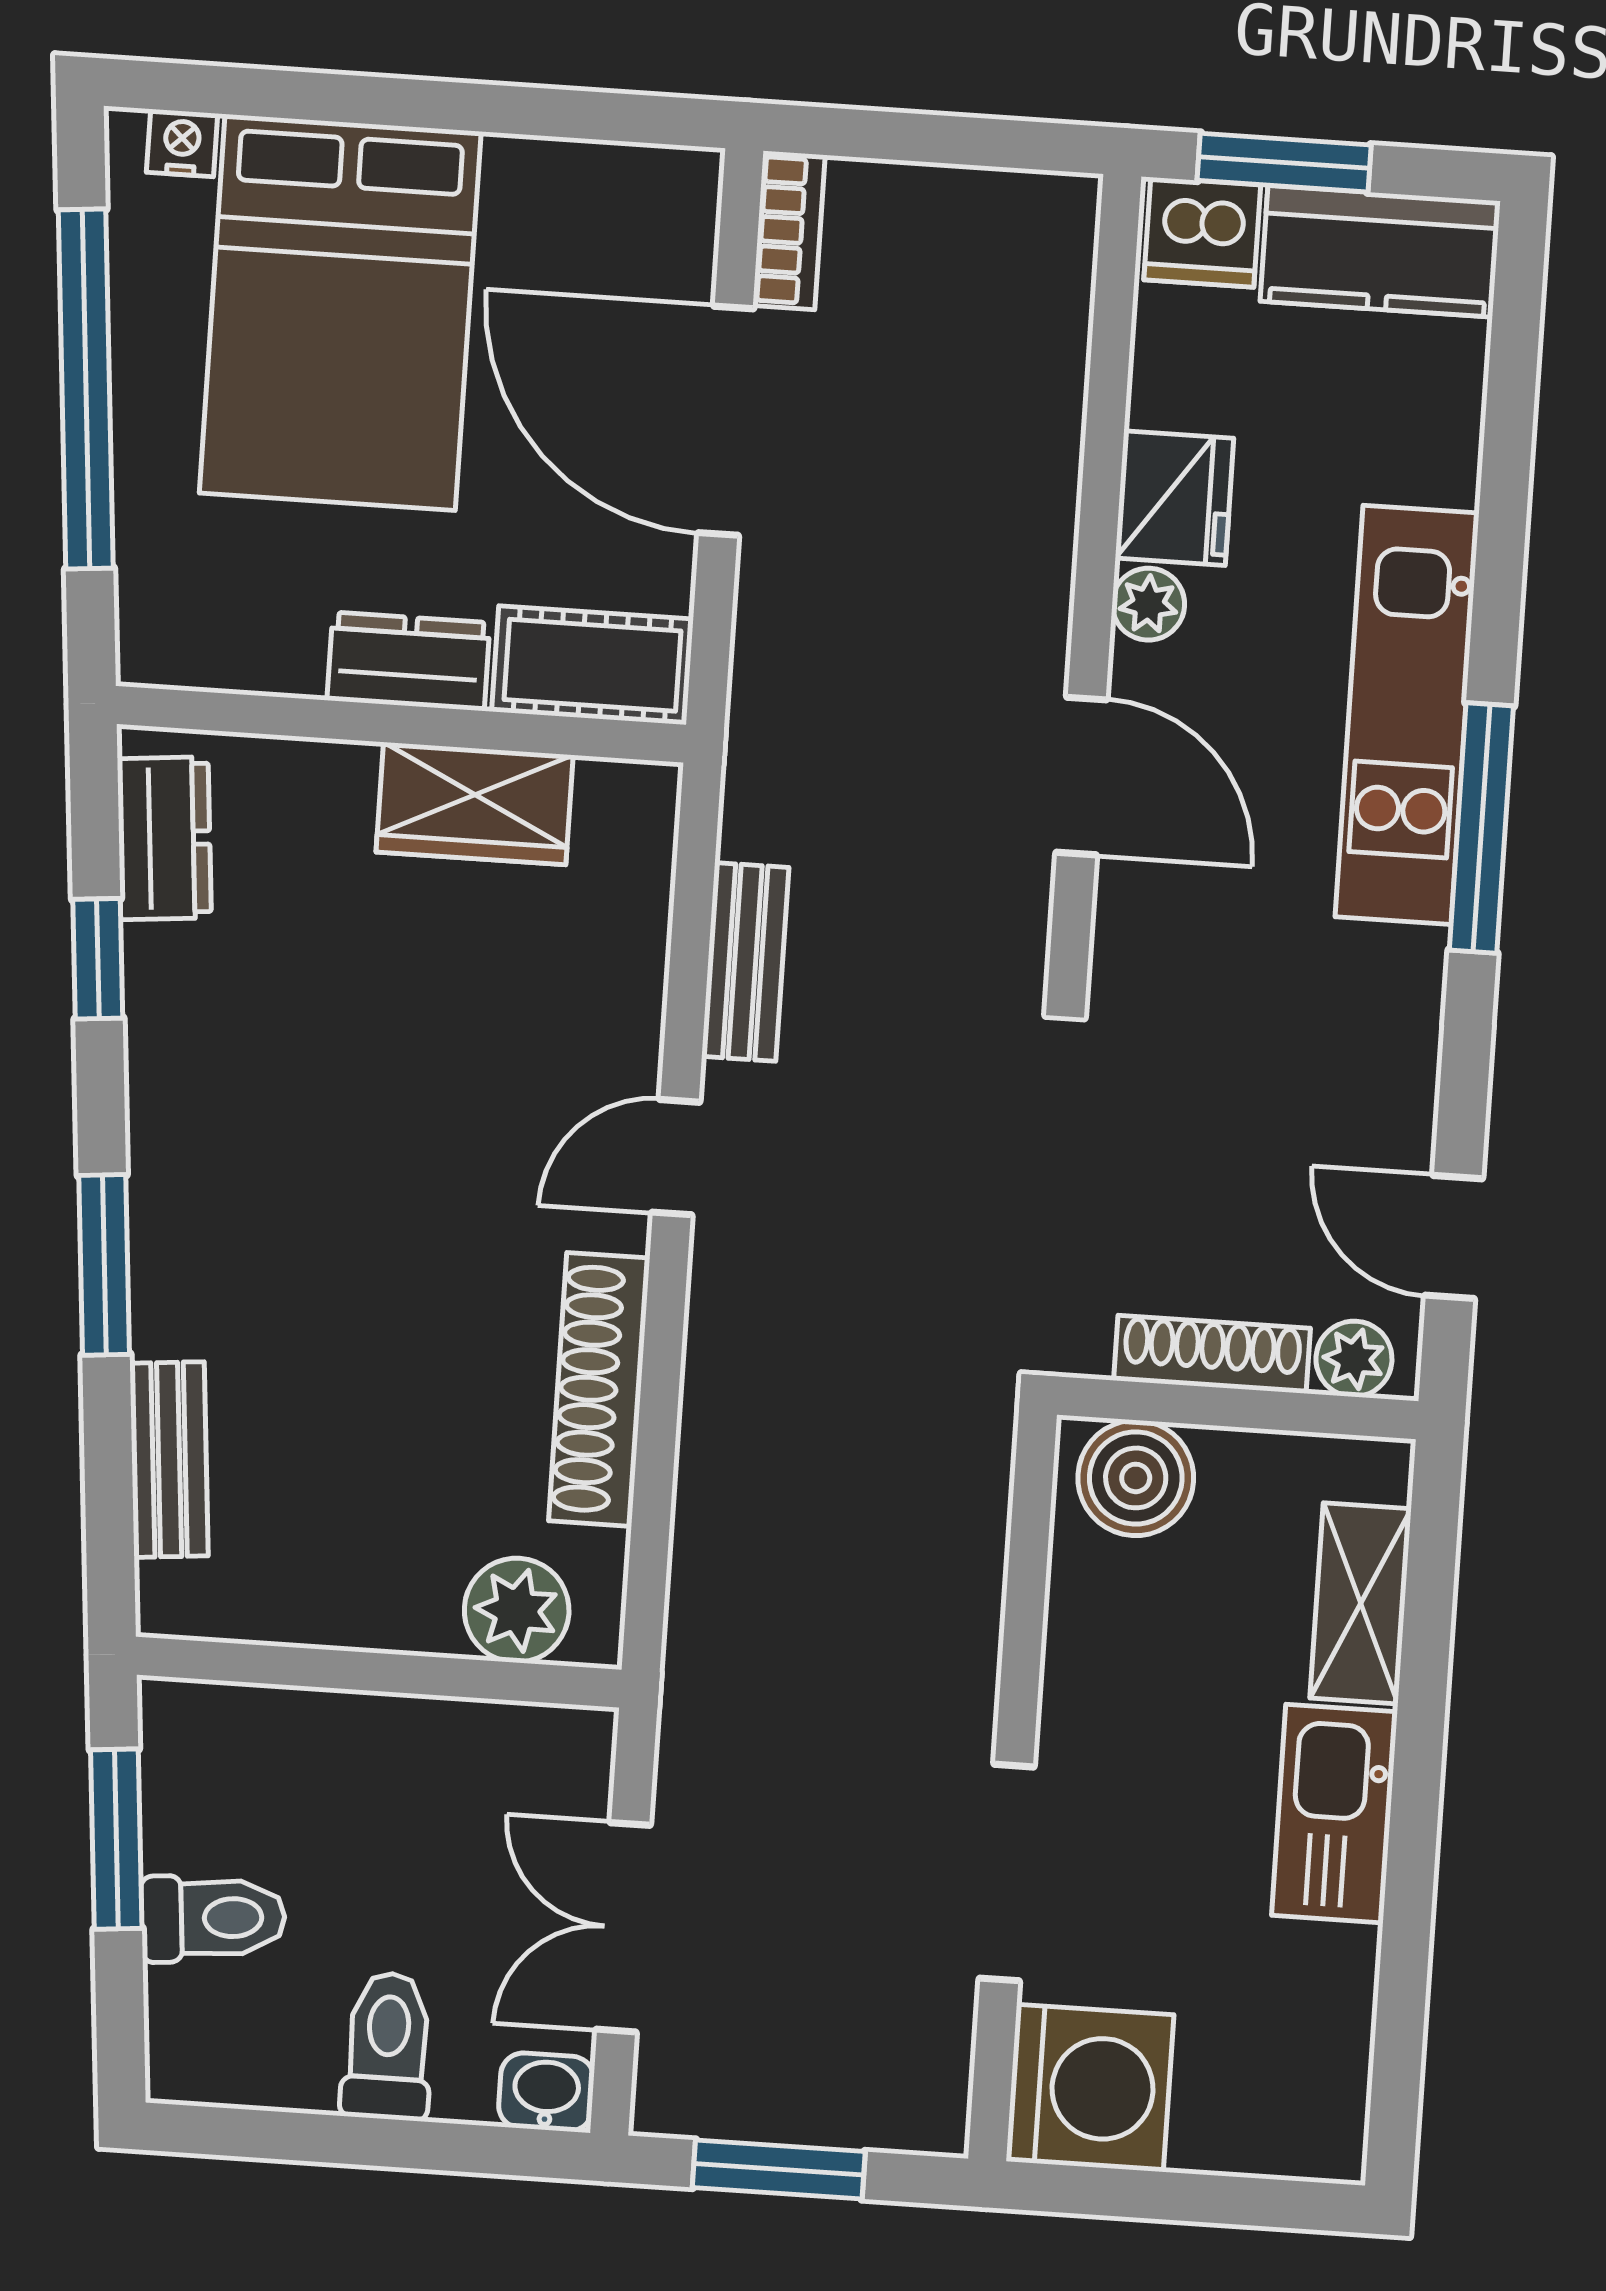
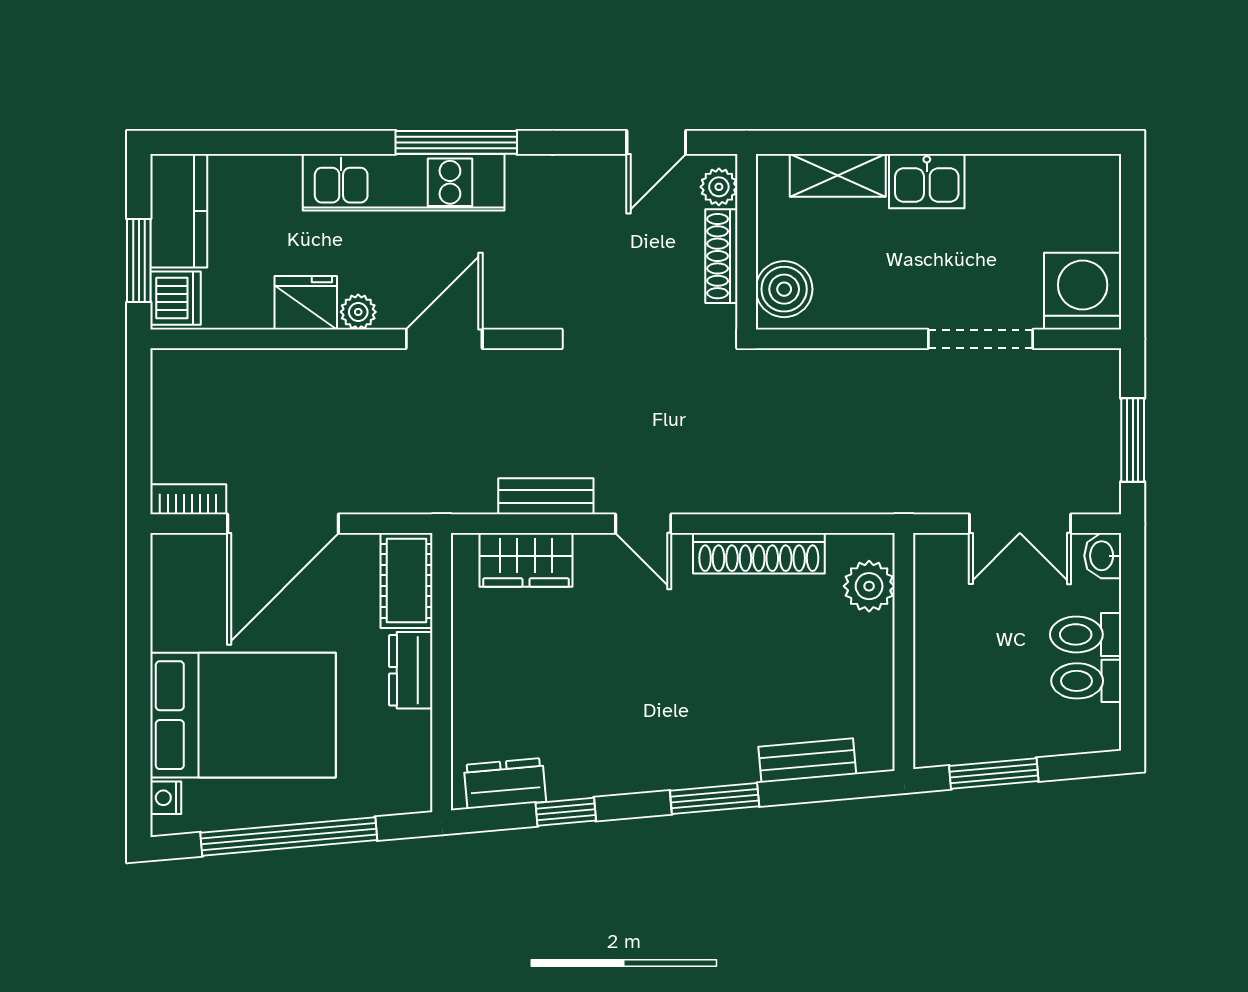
wardrobe: (475, 804) -> (526, 560), moved, turned 90
kitchen sink: (1335, 1814) -> (927, 181), width x0.73
toilet: (213, 1918) -> (1086, 681), moved, turned -85

